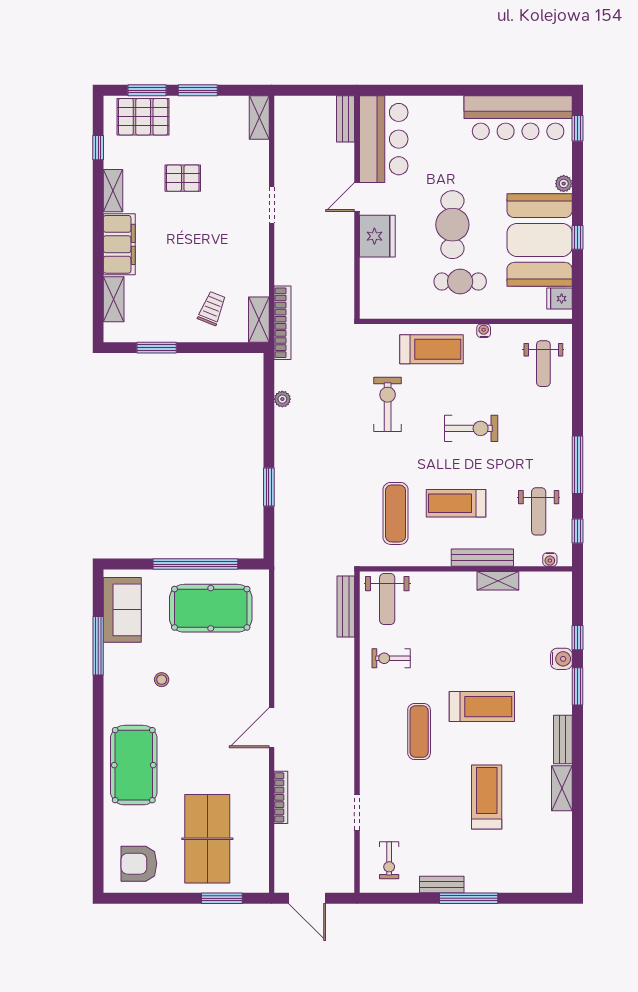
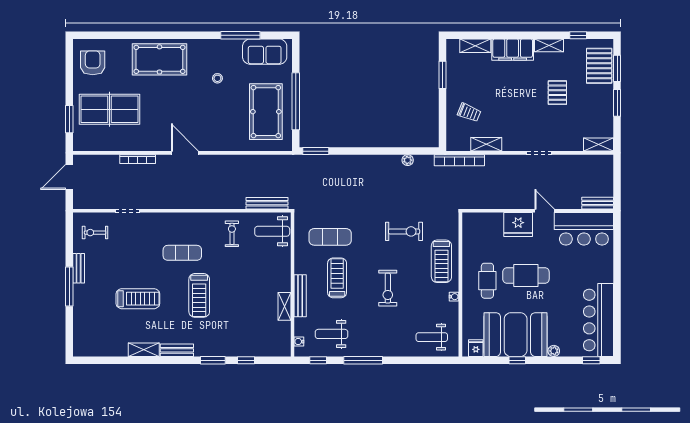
shelving: (259, 320) -> (486, 144), moved
window: (269, 487) -> (316, 151), moved
water cooler: (561, 659) -> (232, 349), removed

